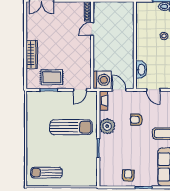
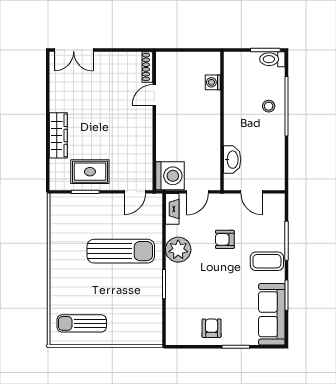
washing machine: (129, 21) -> (213, 82), added
door: (119, 90) -> (197, 192), swing flipped

